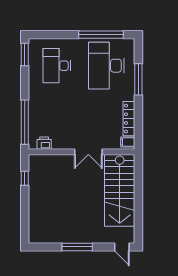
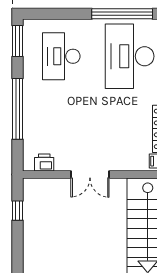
window: (25, 122) -> (18, 109), moved
double door: (88, 152) -> (90, 175), moved

